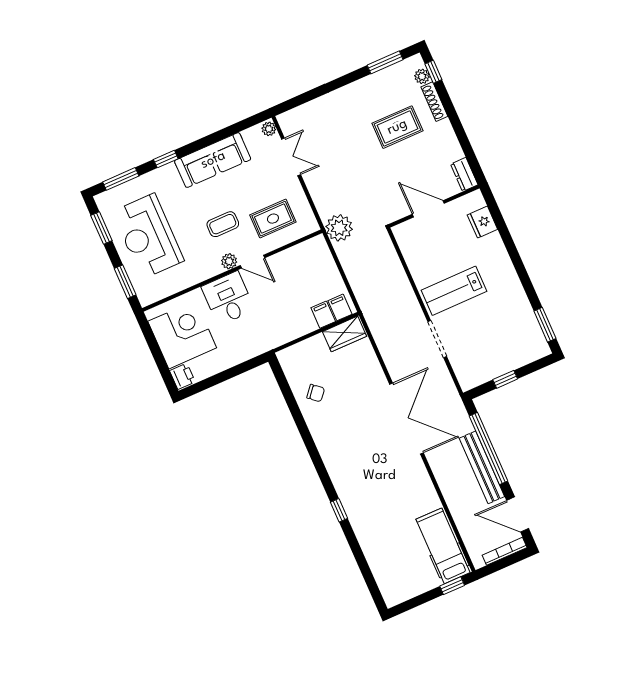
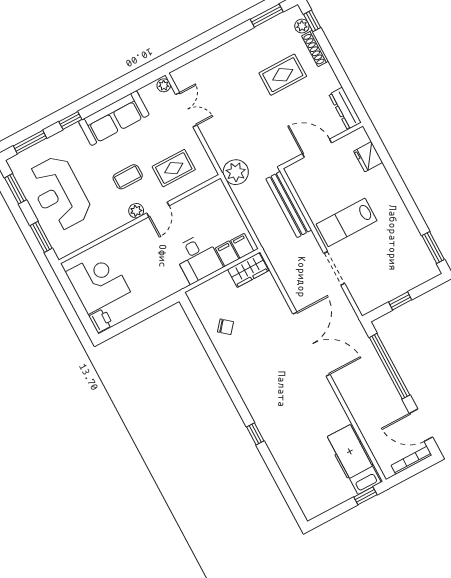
dresser: (464, 174) -> (345, 108), width x1.44
door: (253, 262) -> (158, 209), hinge flipped
desk: (228, 298) -> (198, 258), moved, turned 180
bench: (482, 467) -> (289, 204), moved

